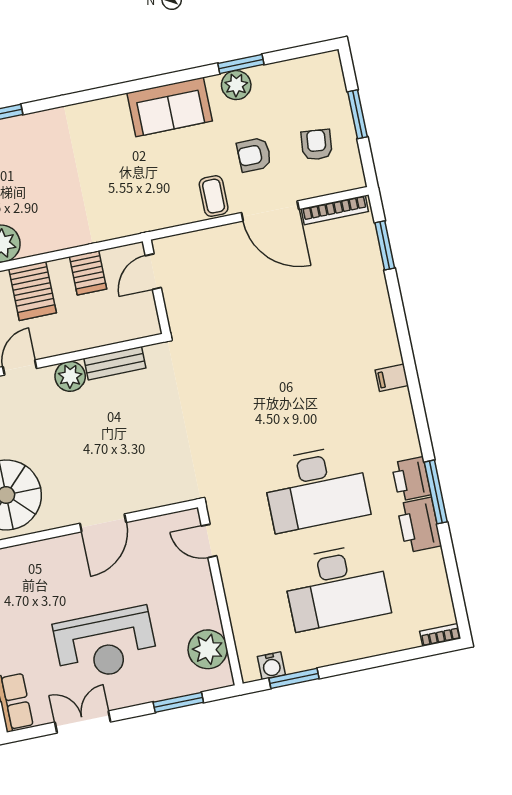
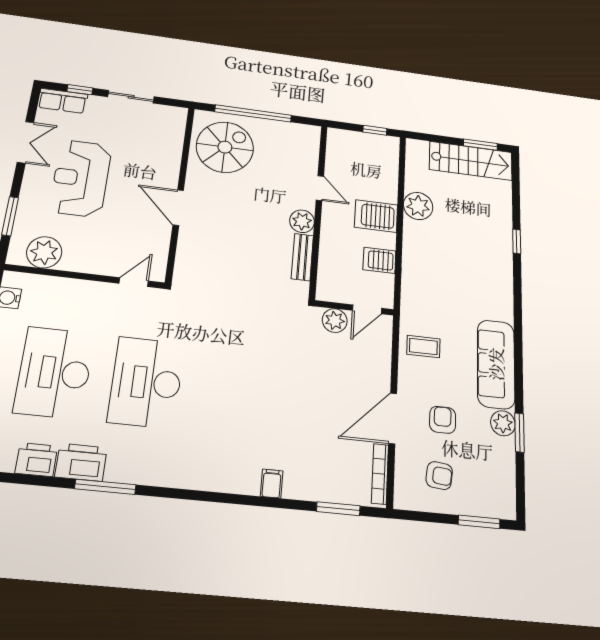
sofa: (170, 107) -> (496, 364), width x1.36
window: (357, 114) -> (479, 522), moved
coffee table: (214, 196) -> (423, 347), moved
door: (153, 272) -> (367, 309), swing flipped
plant: (179, 305) -> (335, 321), added
filing cabinet: (392, 378) -> (272, 484), moved
printer: (411, 479) -> (36, 460), moved

